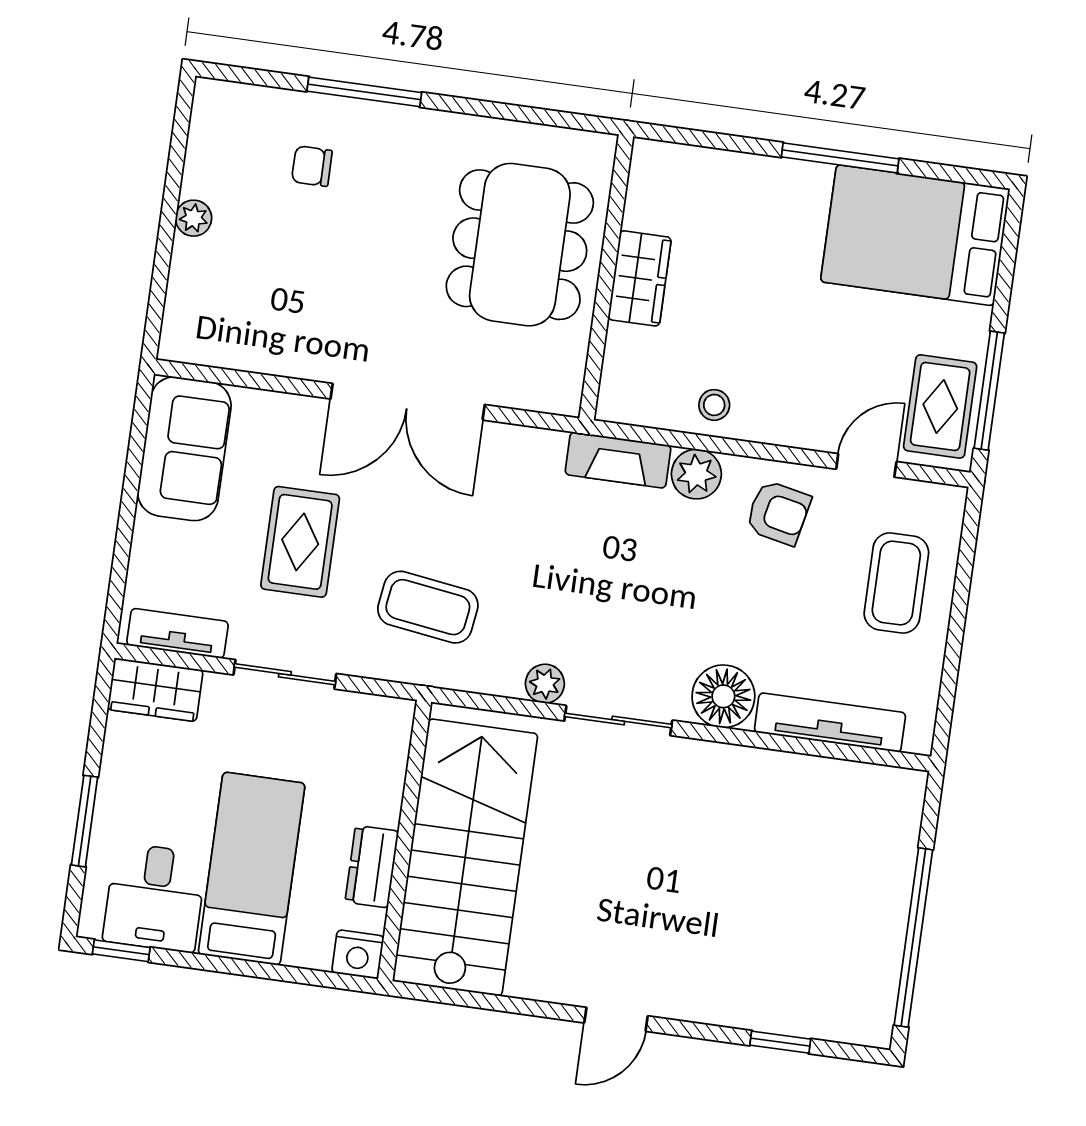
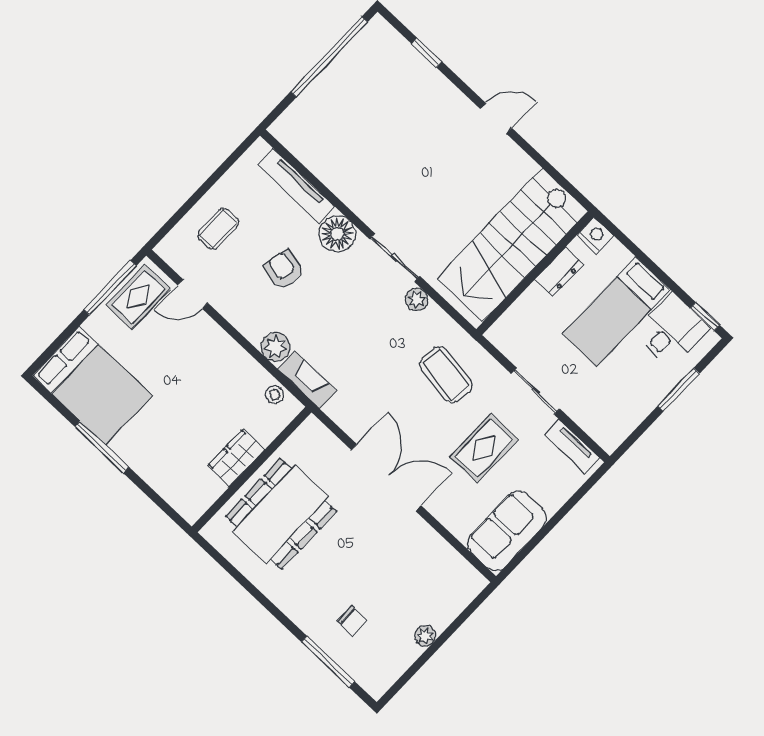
window: (364, 92) -> (328, 662), moved
stool: (714, 405) -> (275, 395), moved
armchair: (778, 513) -> (284, 269), moved
coffee table: (896, 583) -> (218, 229), width x0.73, depth x0.77
wardrobe: (155, 690) -> (601, 428), removed

